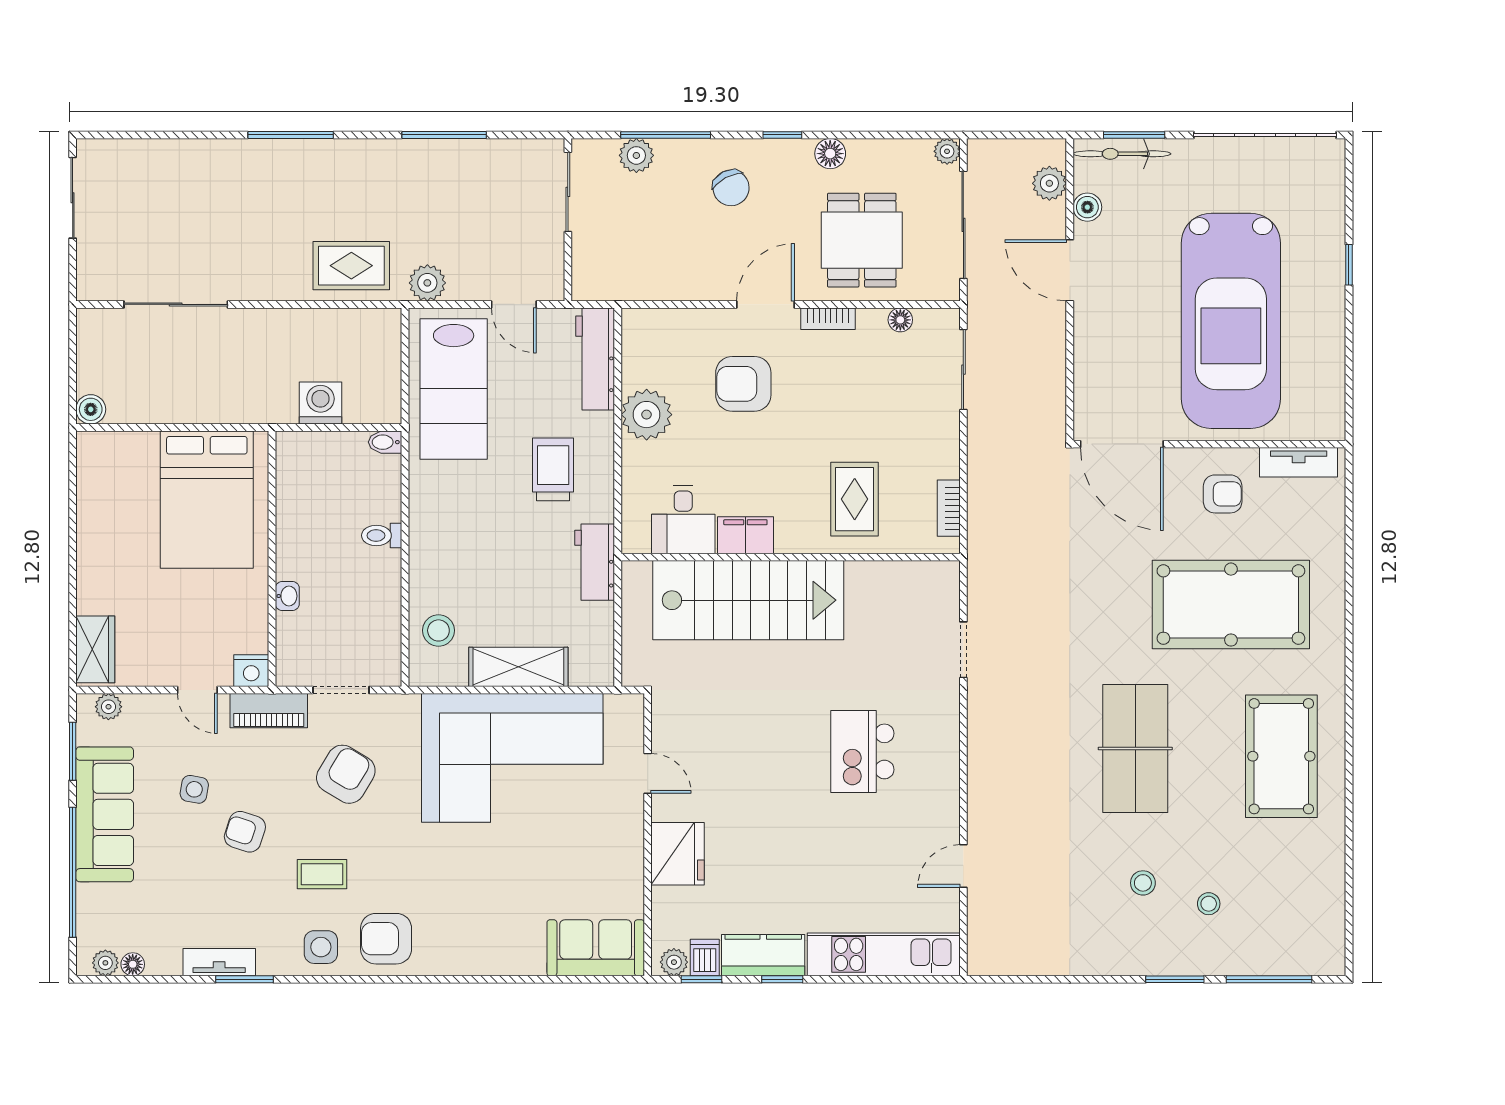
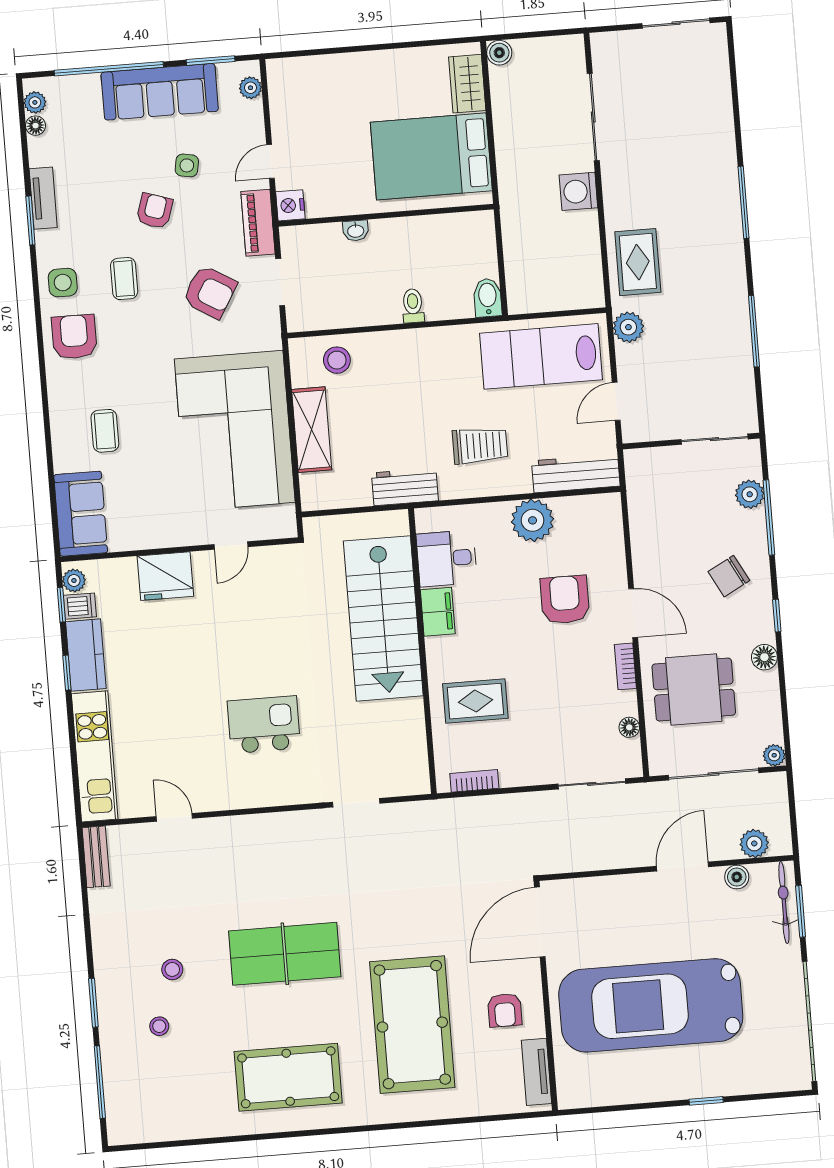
washing machine: (320, 403) -> (578, 191), moved, turned 180
bidet: (385, 442) -> (488, 298), width x1.38, depth x1.36
wardrobe: (95, 649) -> (467, 84), moved, turned 90
coffee table: (500, 911) -> (105, 431), added
bench: (1003, 962) -> (96, 857), added

